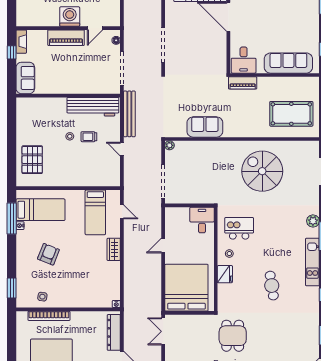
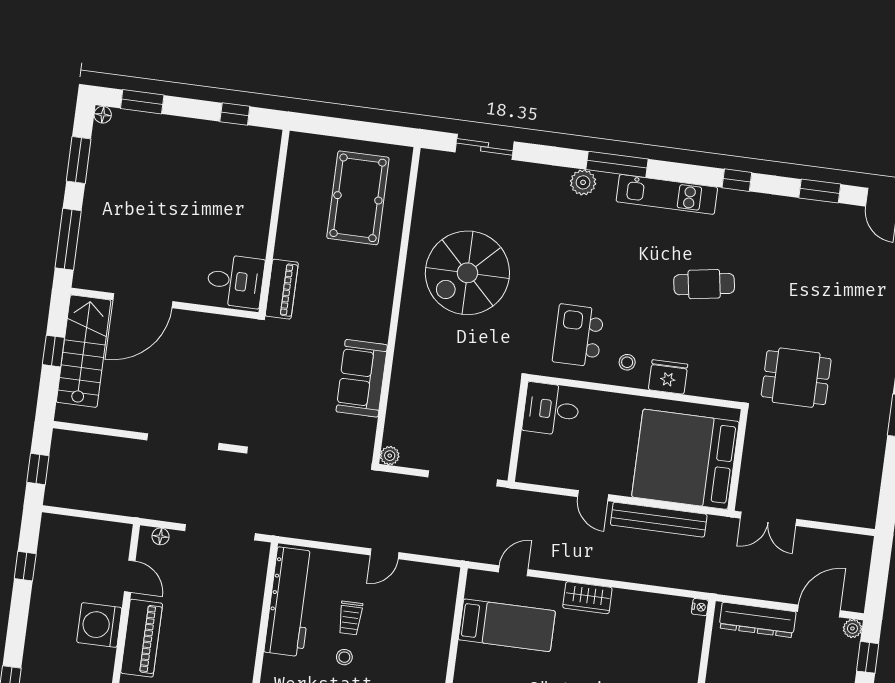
sofa: (288, 63) -> (253, 190), removed
bench: (129, 114) -> (659, 520), moved

